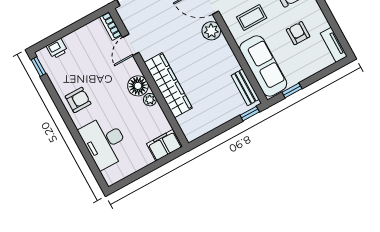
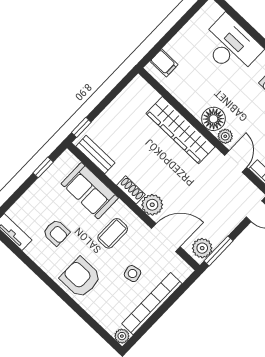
shoe rack: (225, 49) -> (131, 190), added
sofa: (263, 66) -> (90, 191), width x0.73
plant: (150, 100) -> (225, 136), moved
filing cabinet: (164, 145) -> (164, 63), width x0.50

